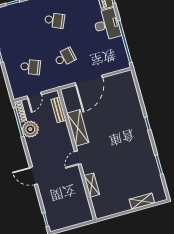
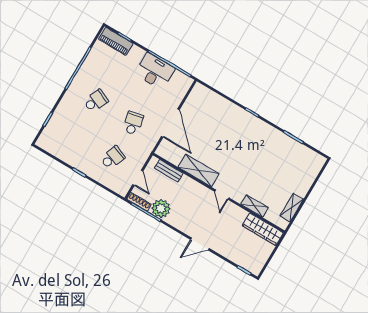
desk: (107, 24) -> (155, 71), moved
shelving: (142, 201) -> (292, 208), moved
wardrobe: (83, 205) -> (263, 229), added

